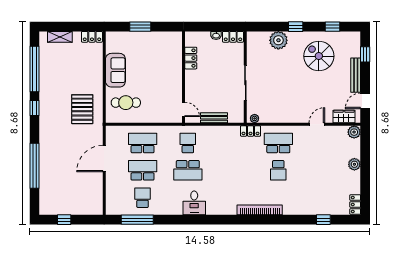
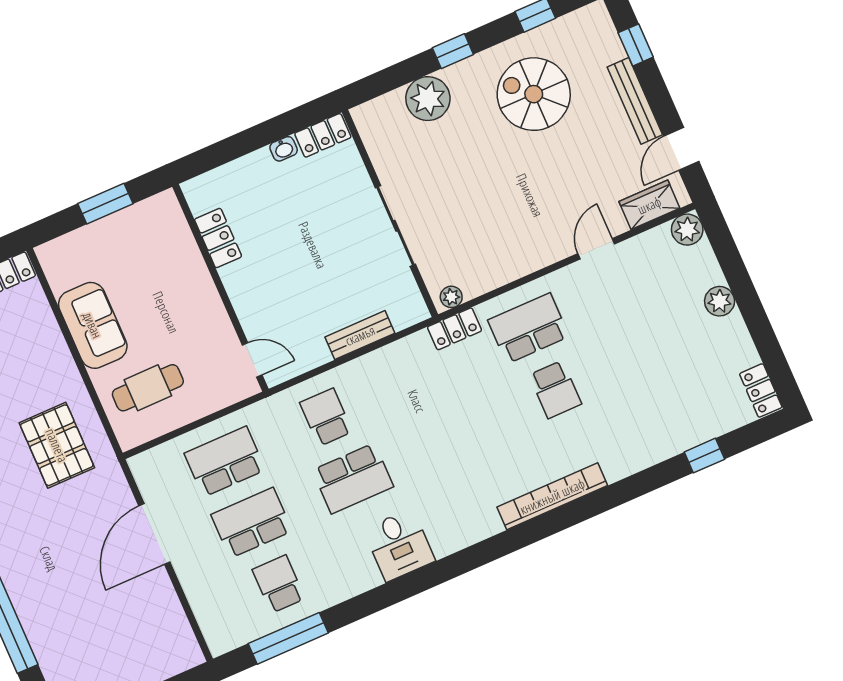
locker: (191, 58) -> (218, 238), moved
wall: (184, 77) -> (220, 288), moved
door: (184, 109) -> (252, 360), moved

